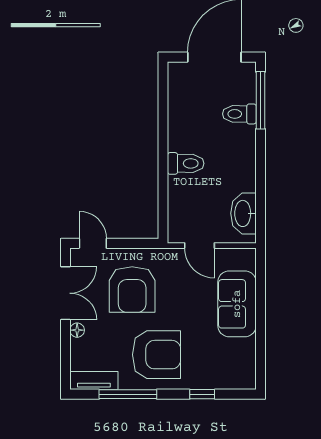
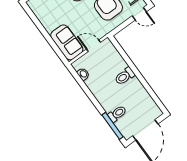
washbasin: (243, 213) -> (83, 74), width x0.52, depth x0.69
sofa: (237, 304) -> (67, 42), moved

